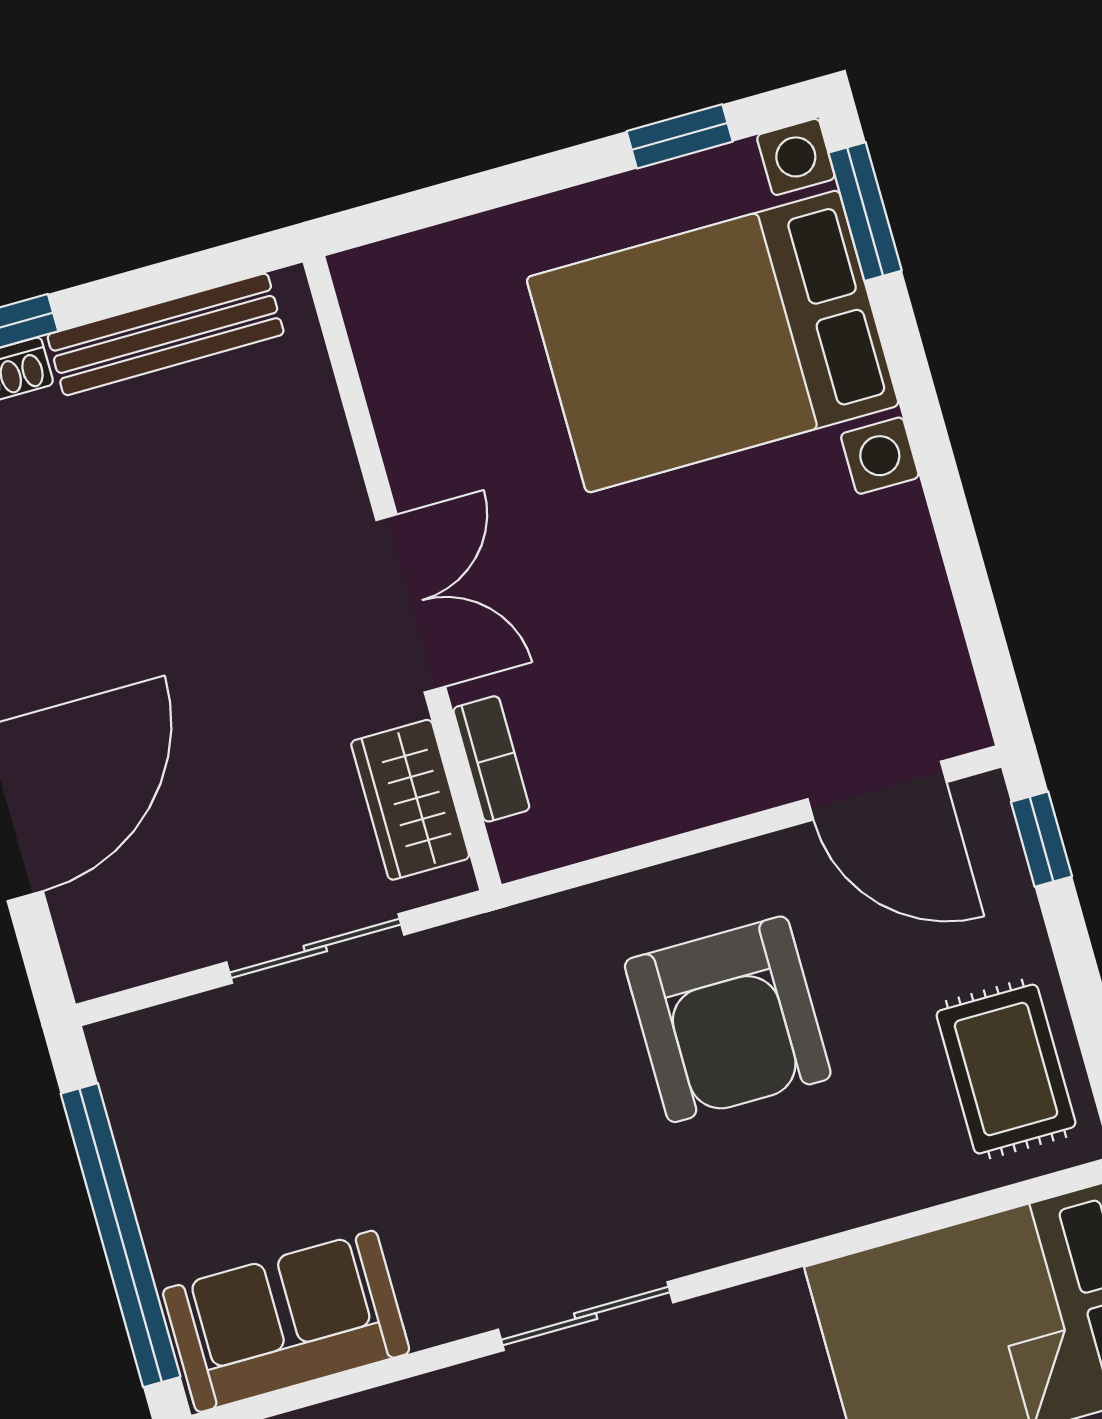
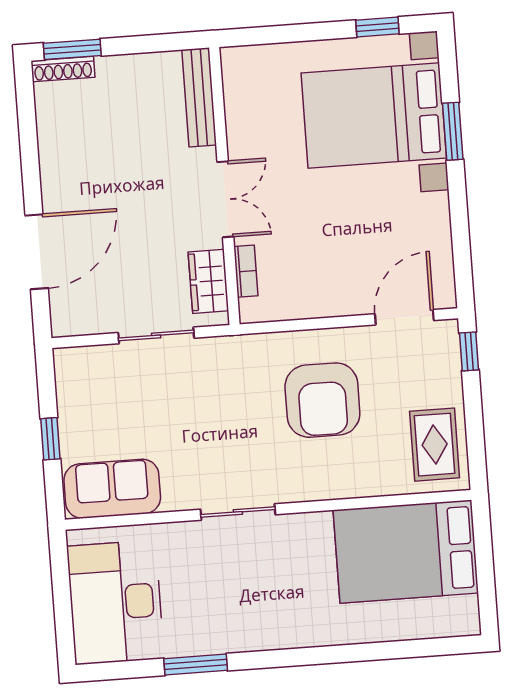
window: (865, 212) -> (453, 131), moved
bench: (166, 334) -> (199, 97), moved, turned 90
door: (877, 791) -> (404, 317), swing flipped
window: (121, 1235) -> (50, 439), width x0.32

